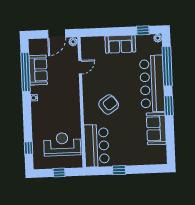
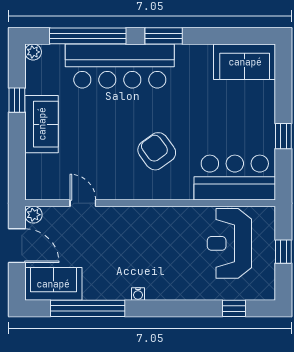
window: (143, 30) -> (17, 100), moved
sofa: (38, 70) -> (53, 284), moved
sofa: (156, 129) -> (245, 62), moved

